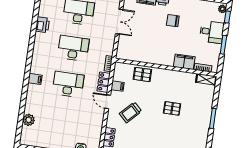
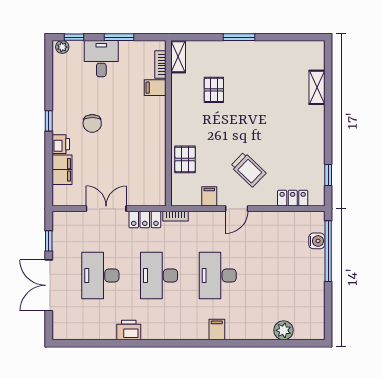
filing cabinet: (184, 62) -> (155, 88), width x0.50
locker: (104, 82) -> (145, 220), moved
pallet: (172, 108) -> (214, 90), moved

